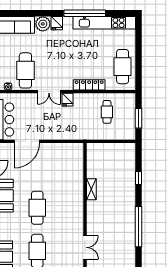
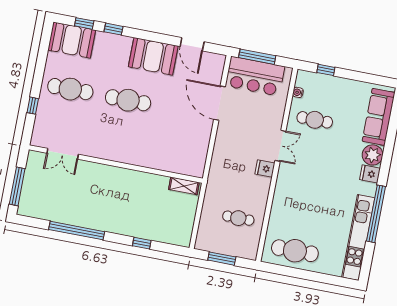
cafe table: (25, 70) -> (315, 120), width x0.73, depth x0.74
locker: (89, 85) -> (279, 201), removed
double door: (49, 92) -> (280, 146), swing flipped
shelving: (91, 189) -> (184, 186), moved

